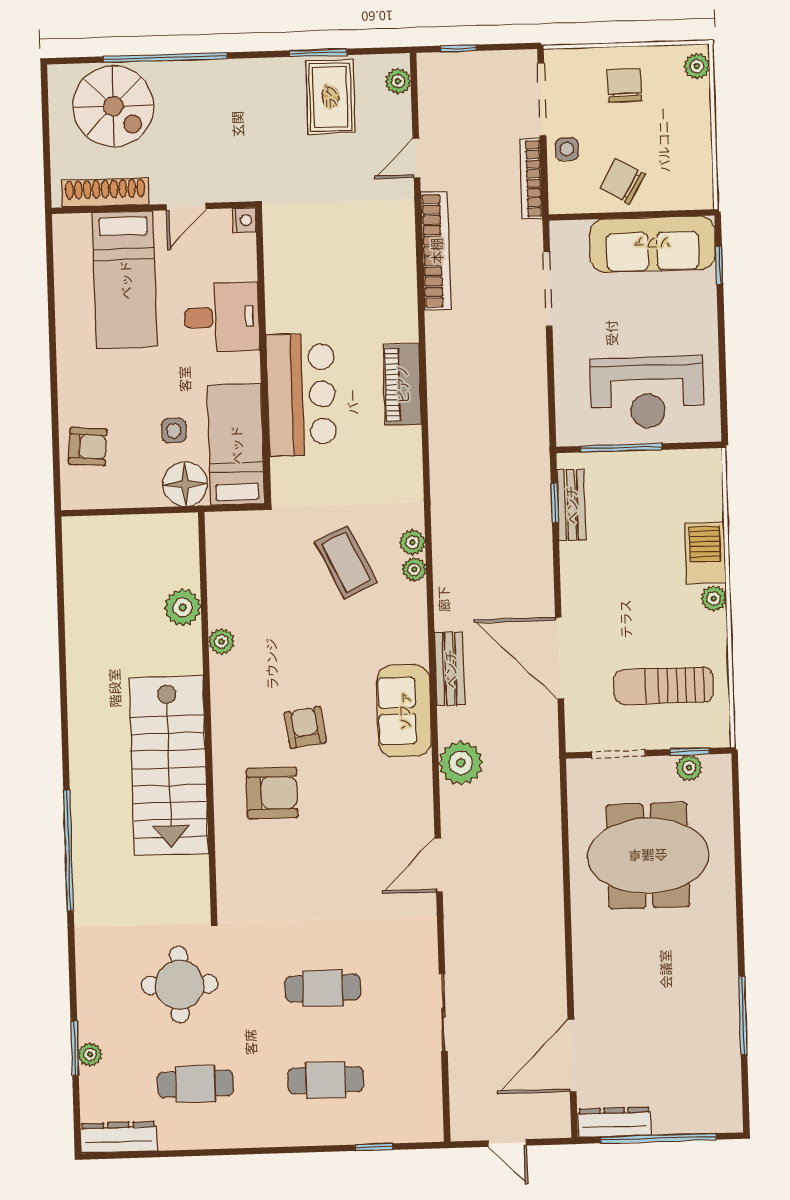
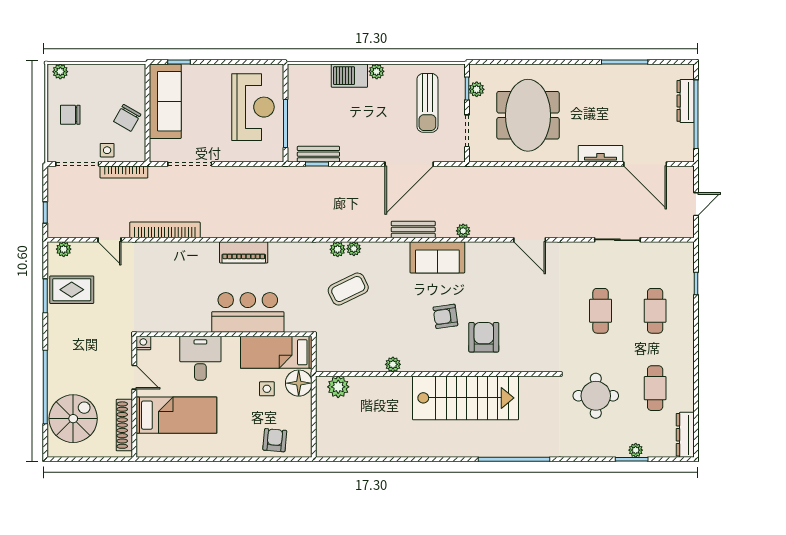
plant: (183, 607) -> (338, 387), moved
plant: (461, 763) -> (463, 231), width x0.53, depth x0.53
tv unit: (587, 980) -> (601, 154), added
dresser: (614, 1122) -> (686, 101), moved

